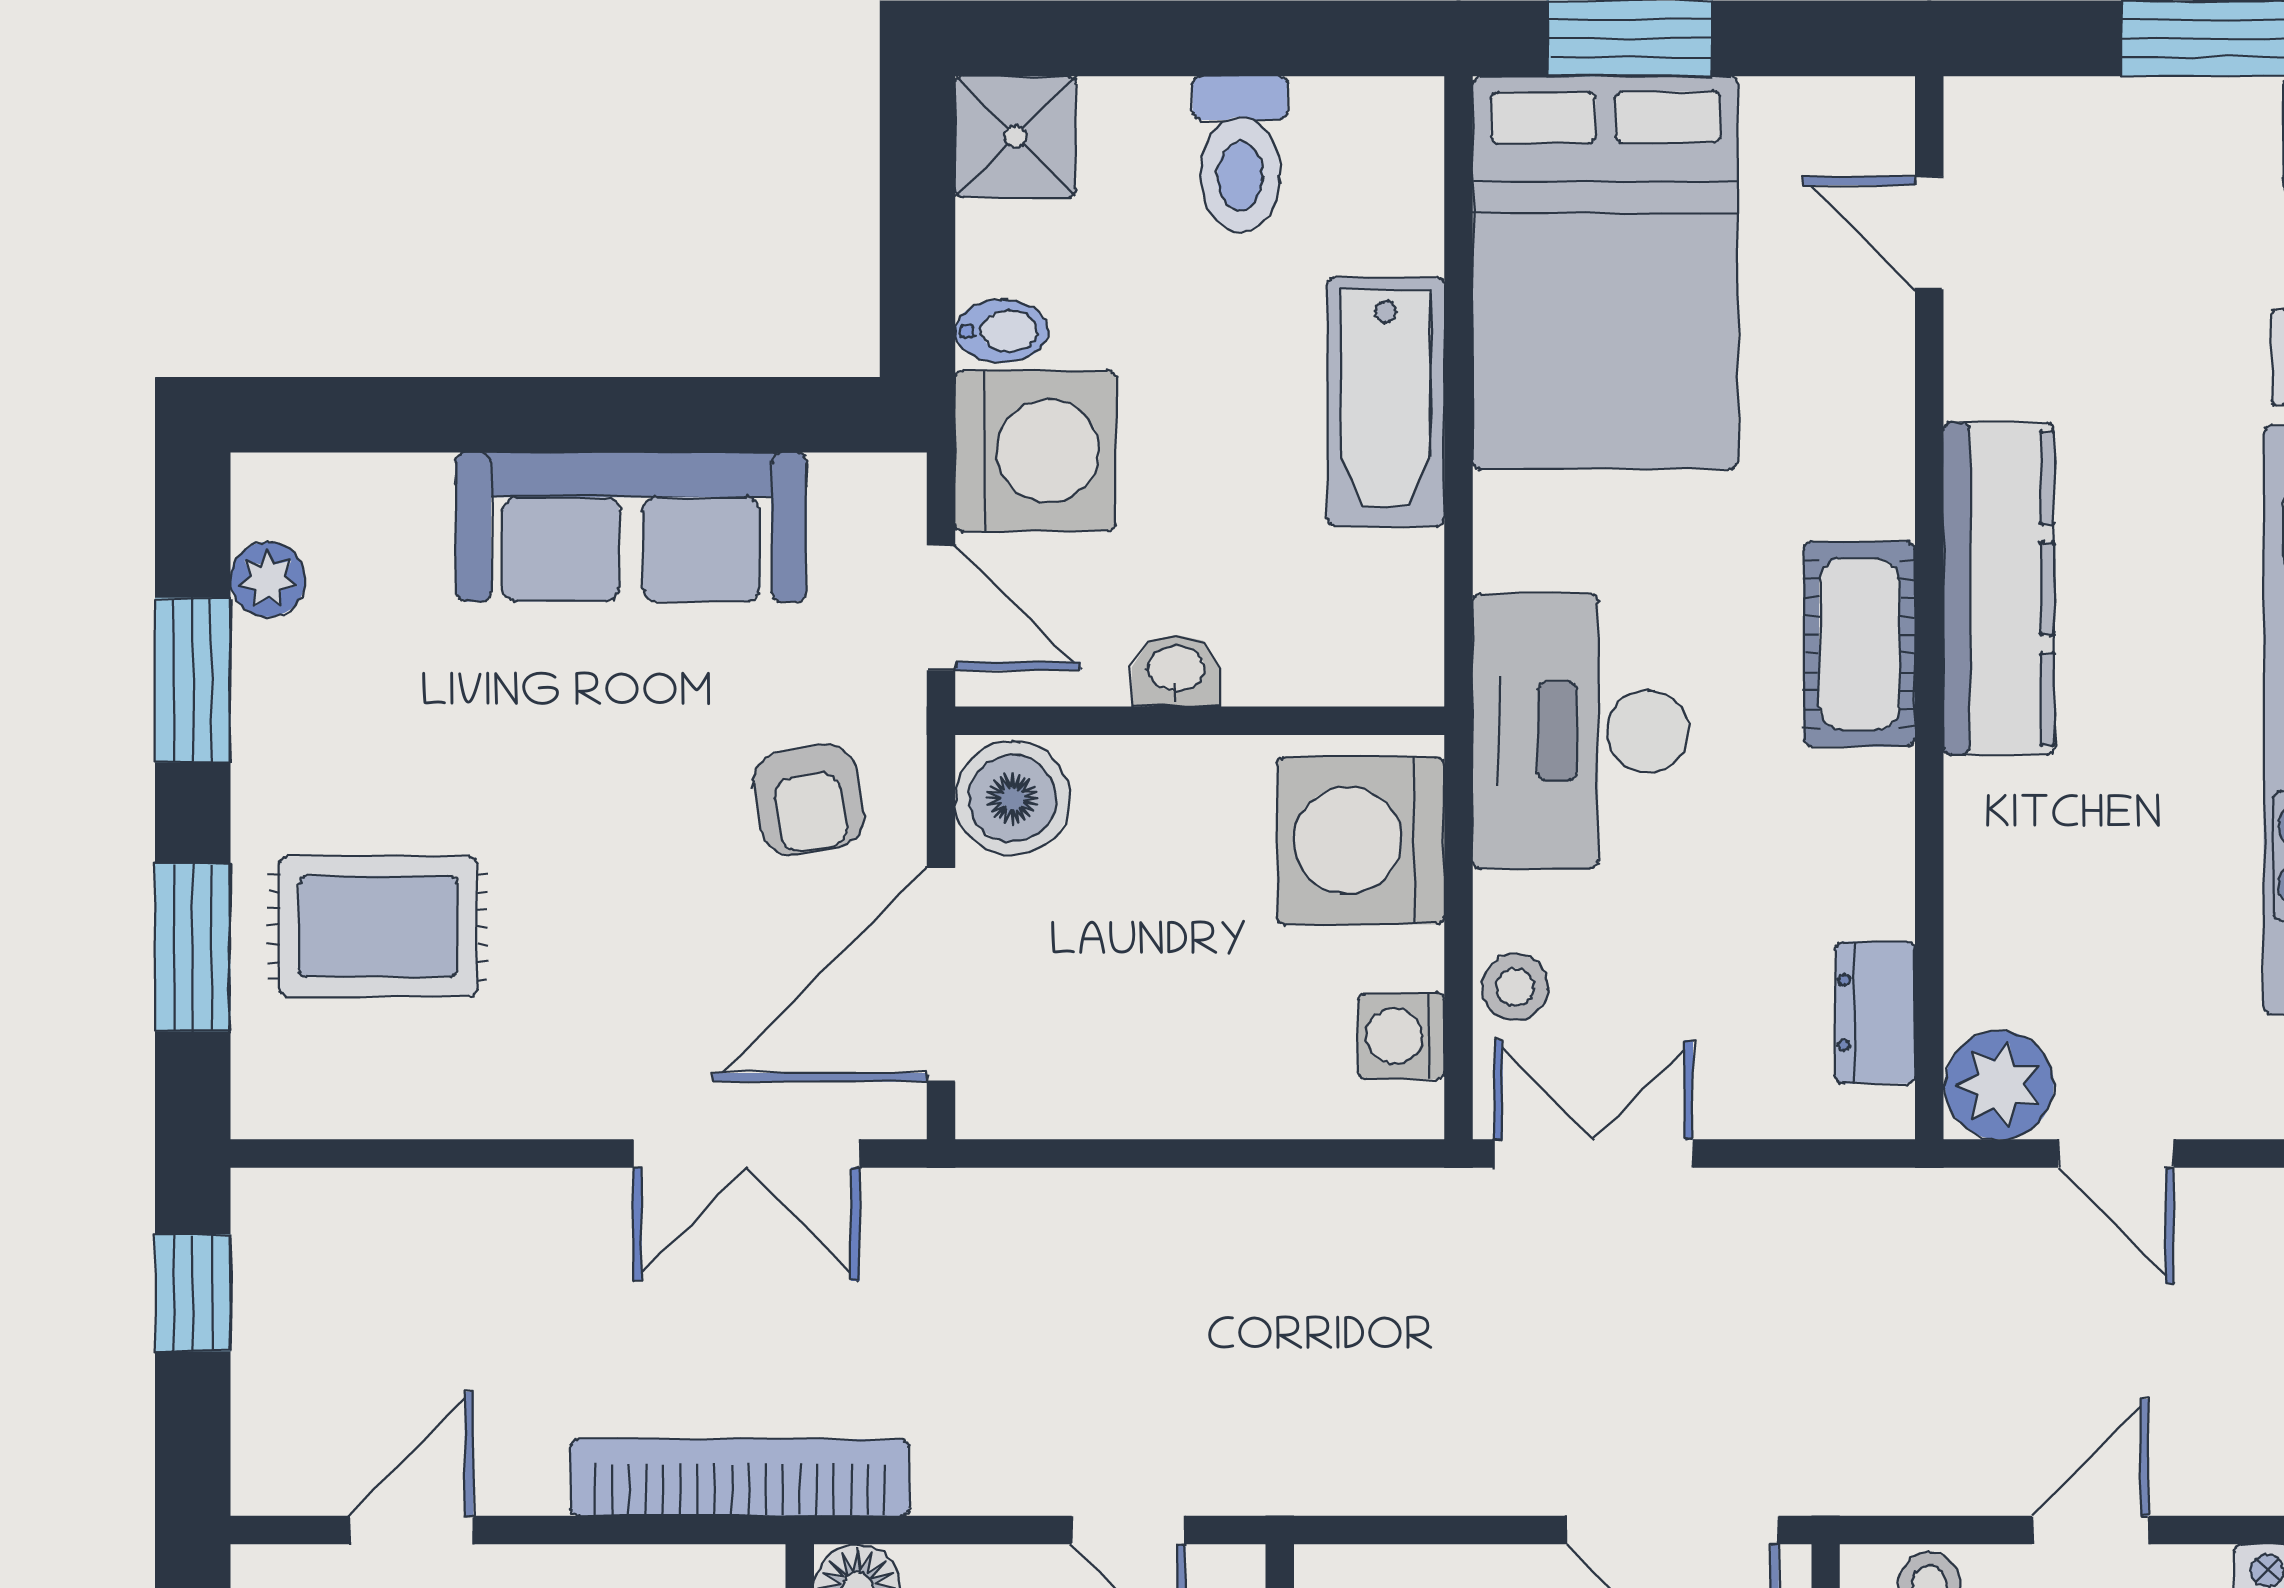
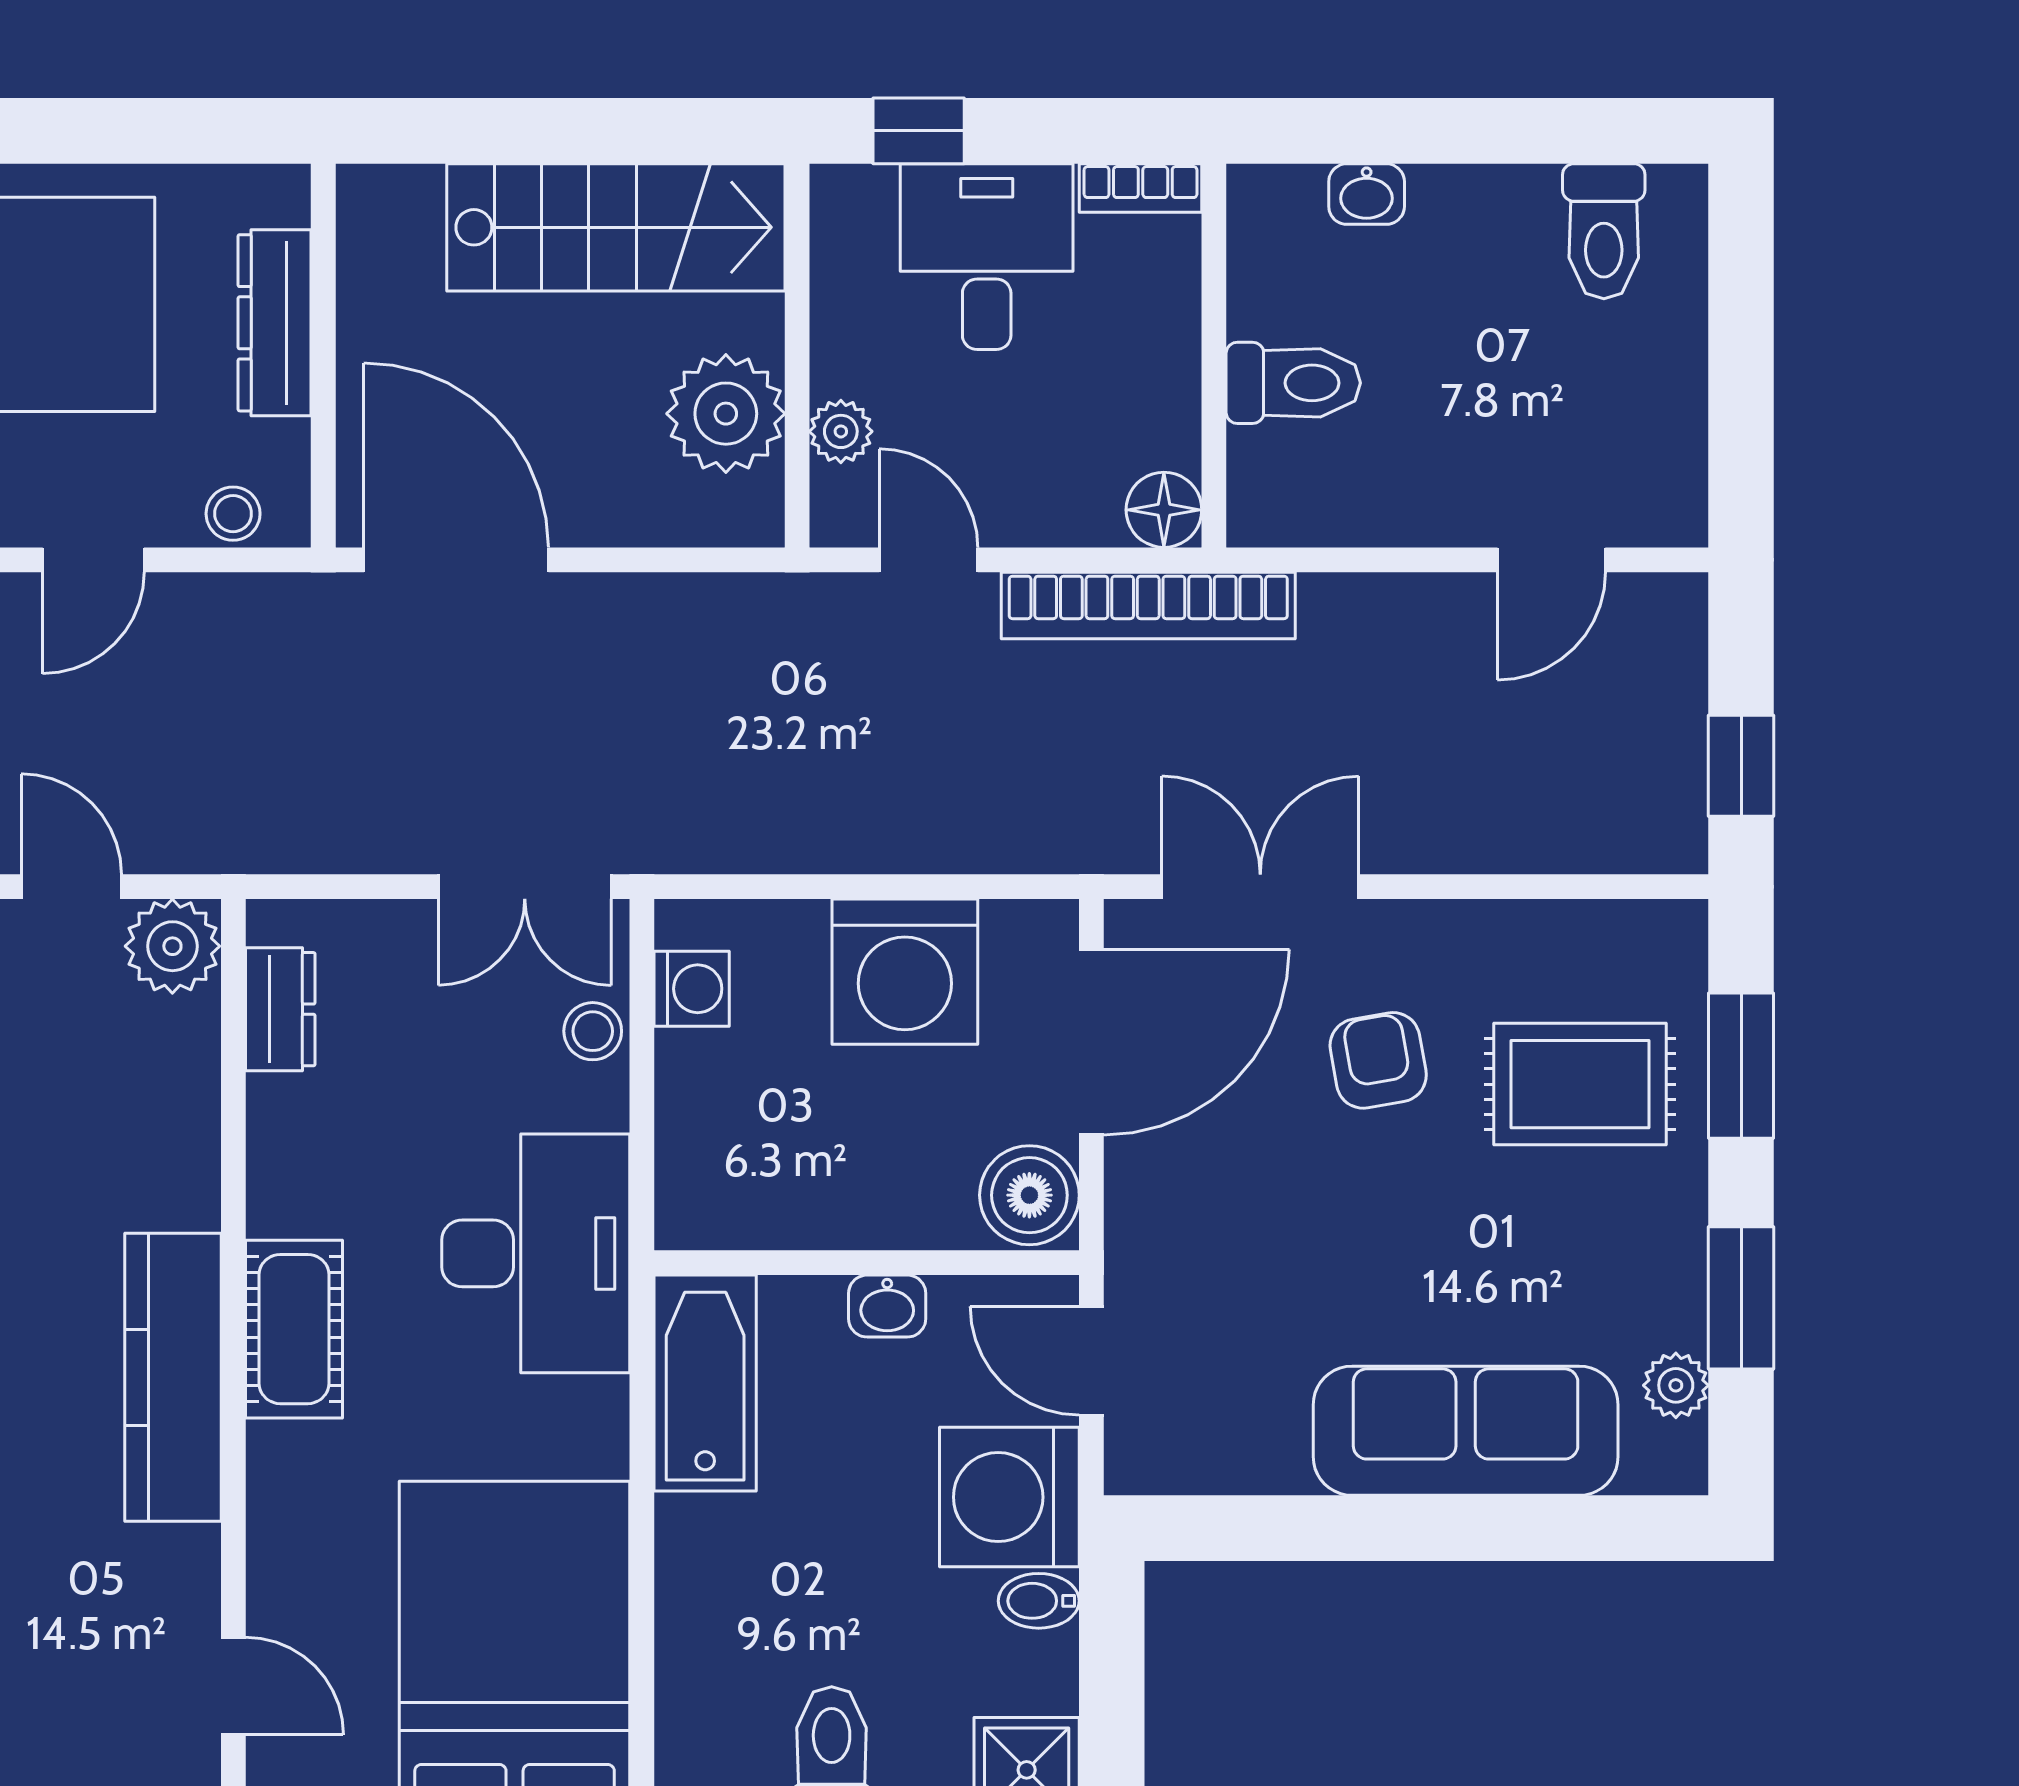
bathtub: (1386, 402) -> (705, 1383), moved
sofa: (631, 527) -> (1466, 1431), moved
armchair: (808, 800) -> (1378, 1060), moved
washing machine: (1361, 841) -> (905, 972), moved, turned 90
bookcase: (740, 1478) -> (1148, 605), moved

